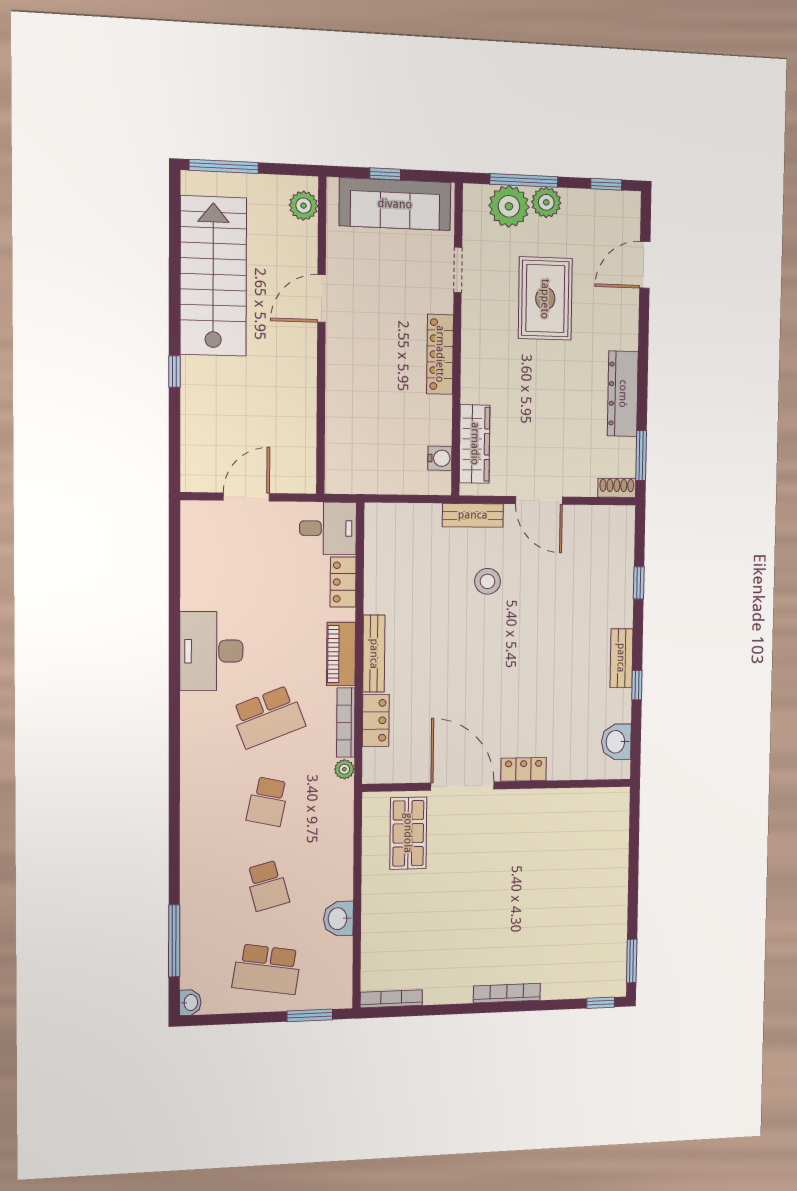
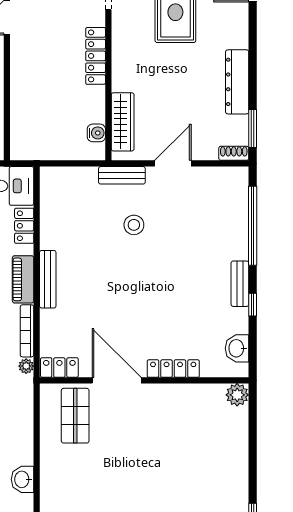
door: (539, 500) -> (173, 163), swing flipped
window: (639, 583) -> (253, 226), width x3.17
locker: (376, 720) -> (59, 367), moved, turned -90
locker: (524, 769) -> (173, 369), width x1.53
plant: (616, 802) -> (237, 395), added

